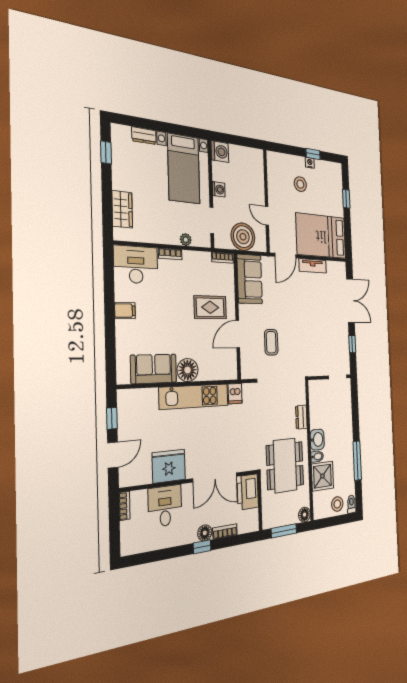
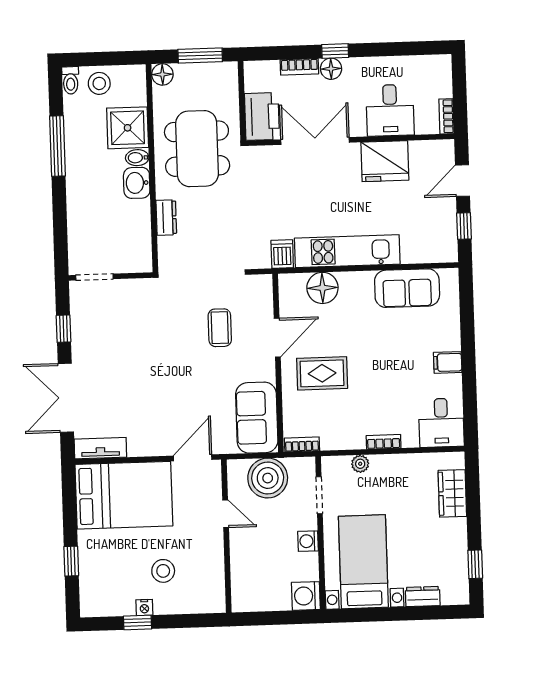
desk: (136, 265) -> (441, 423), width x0.73
tv unit: (313, 266) -> (100, 448), moved
floor lamp: (188, 370) -> (322, 288), moved

